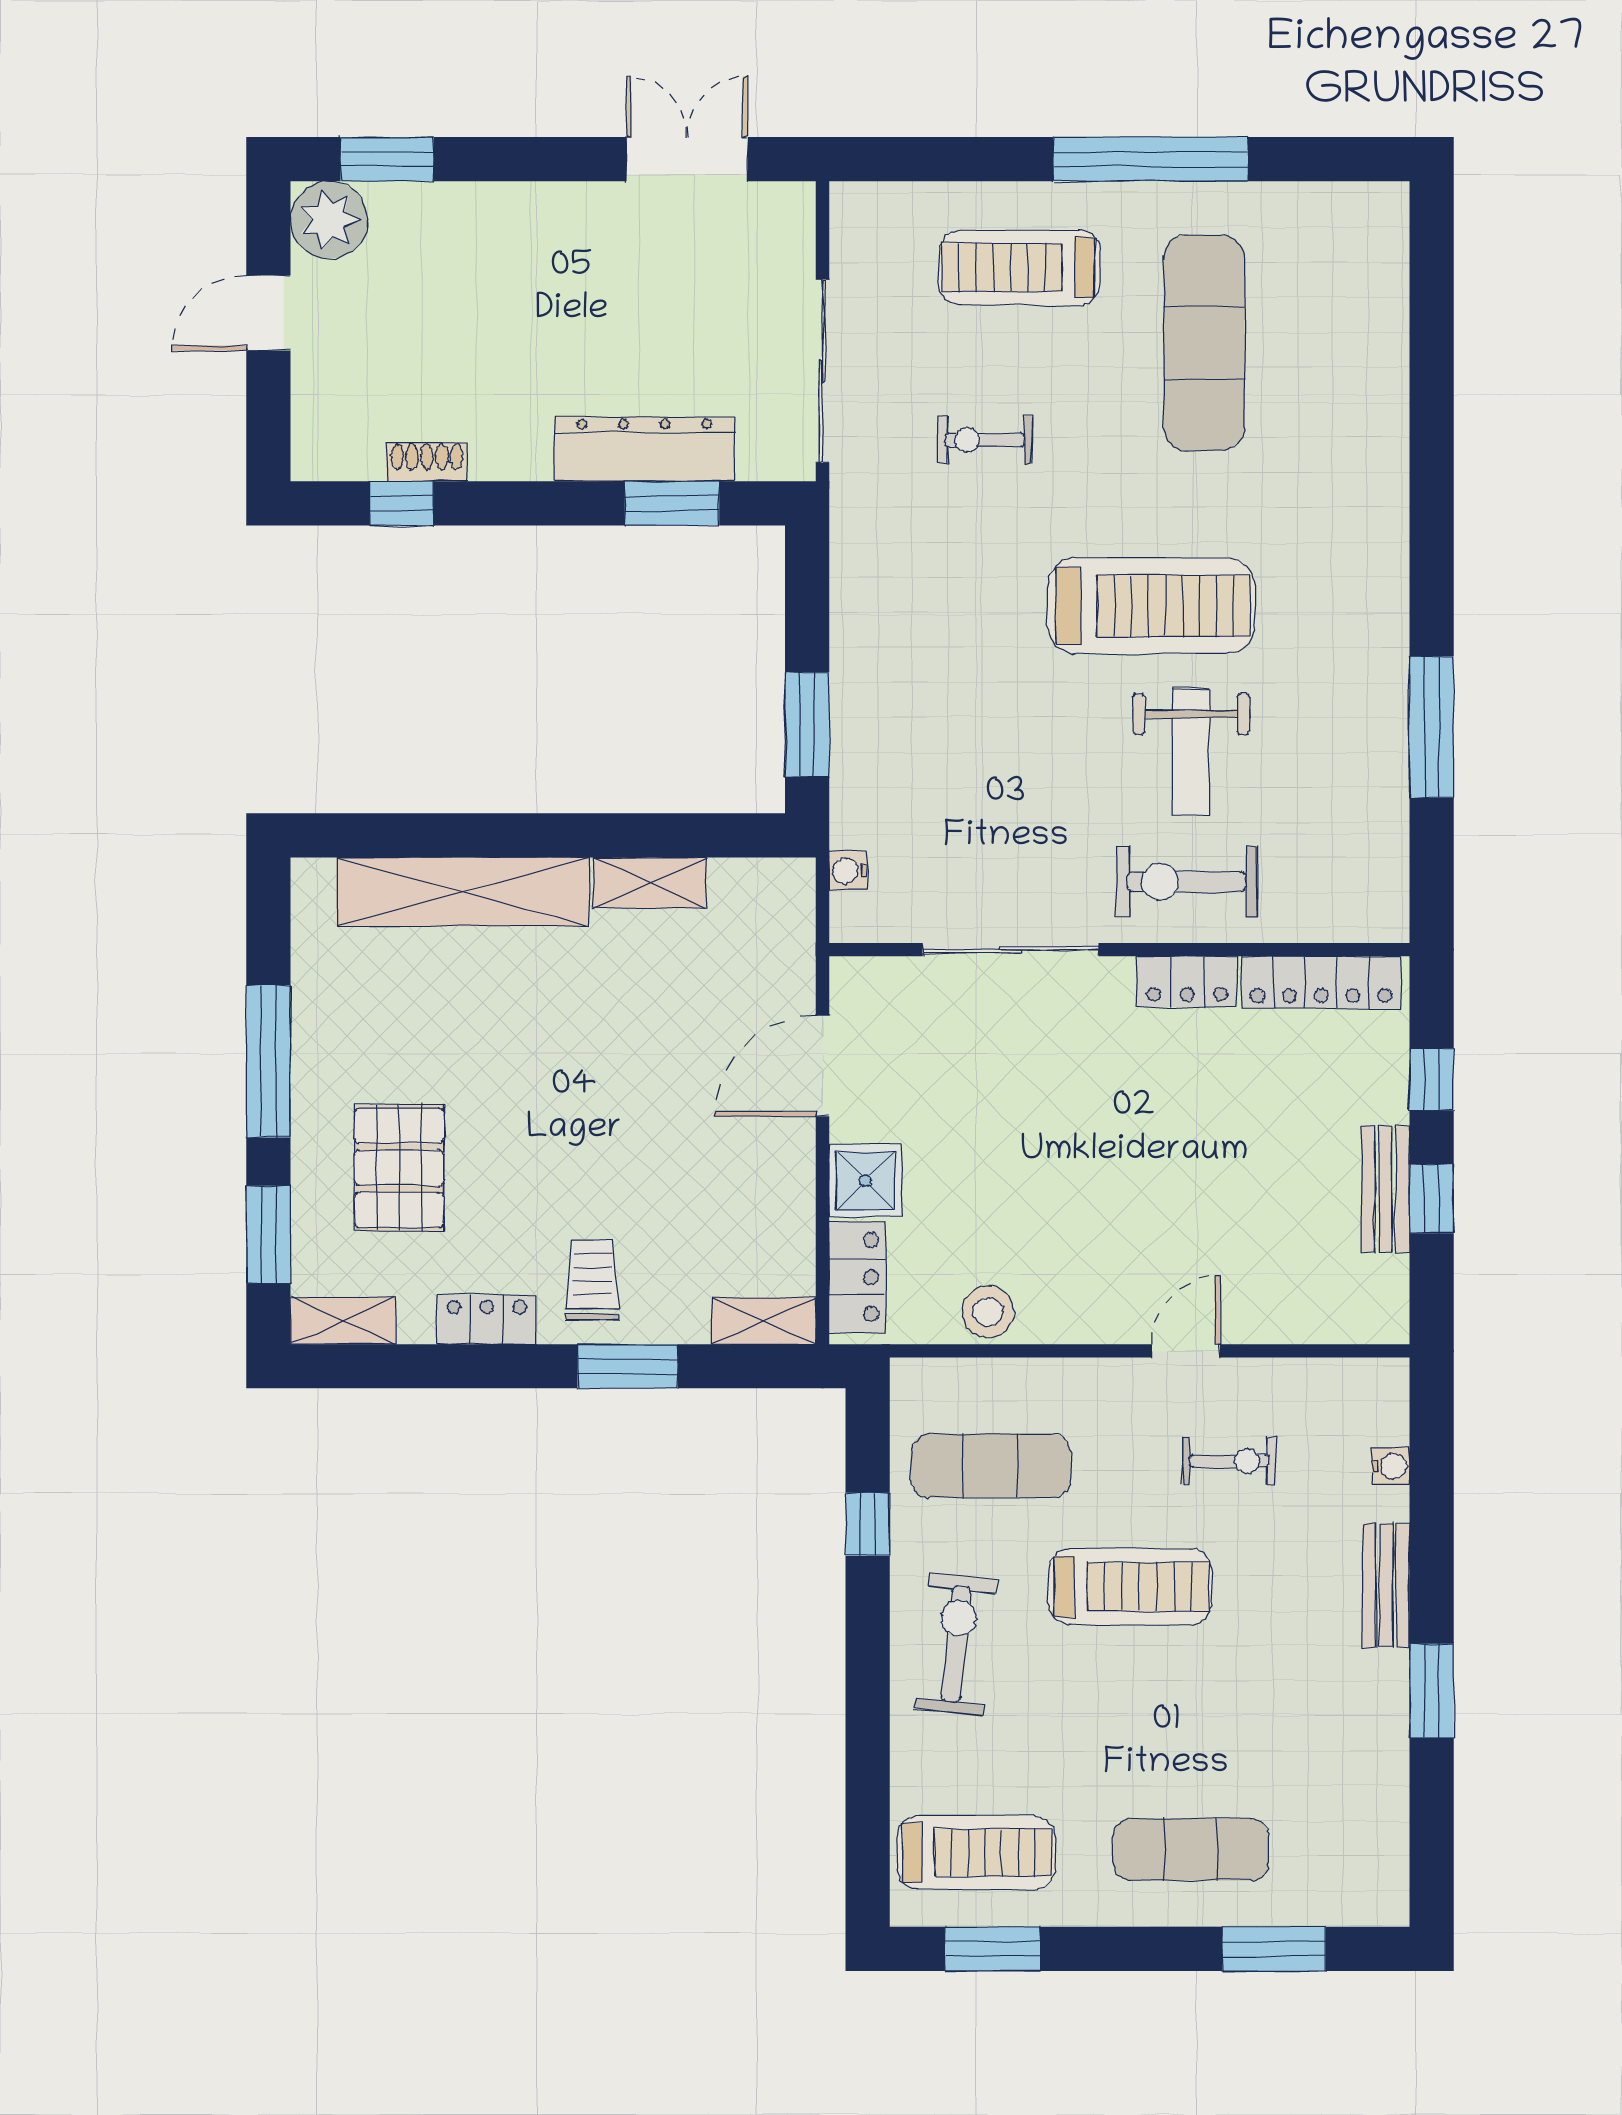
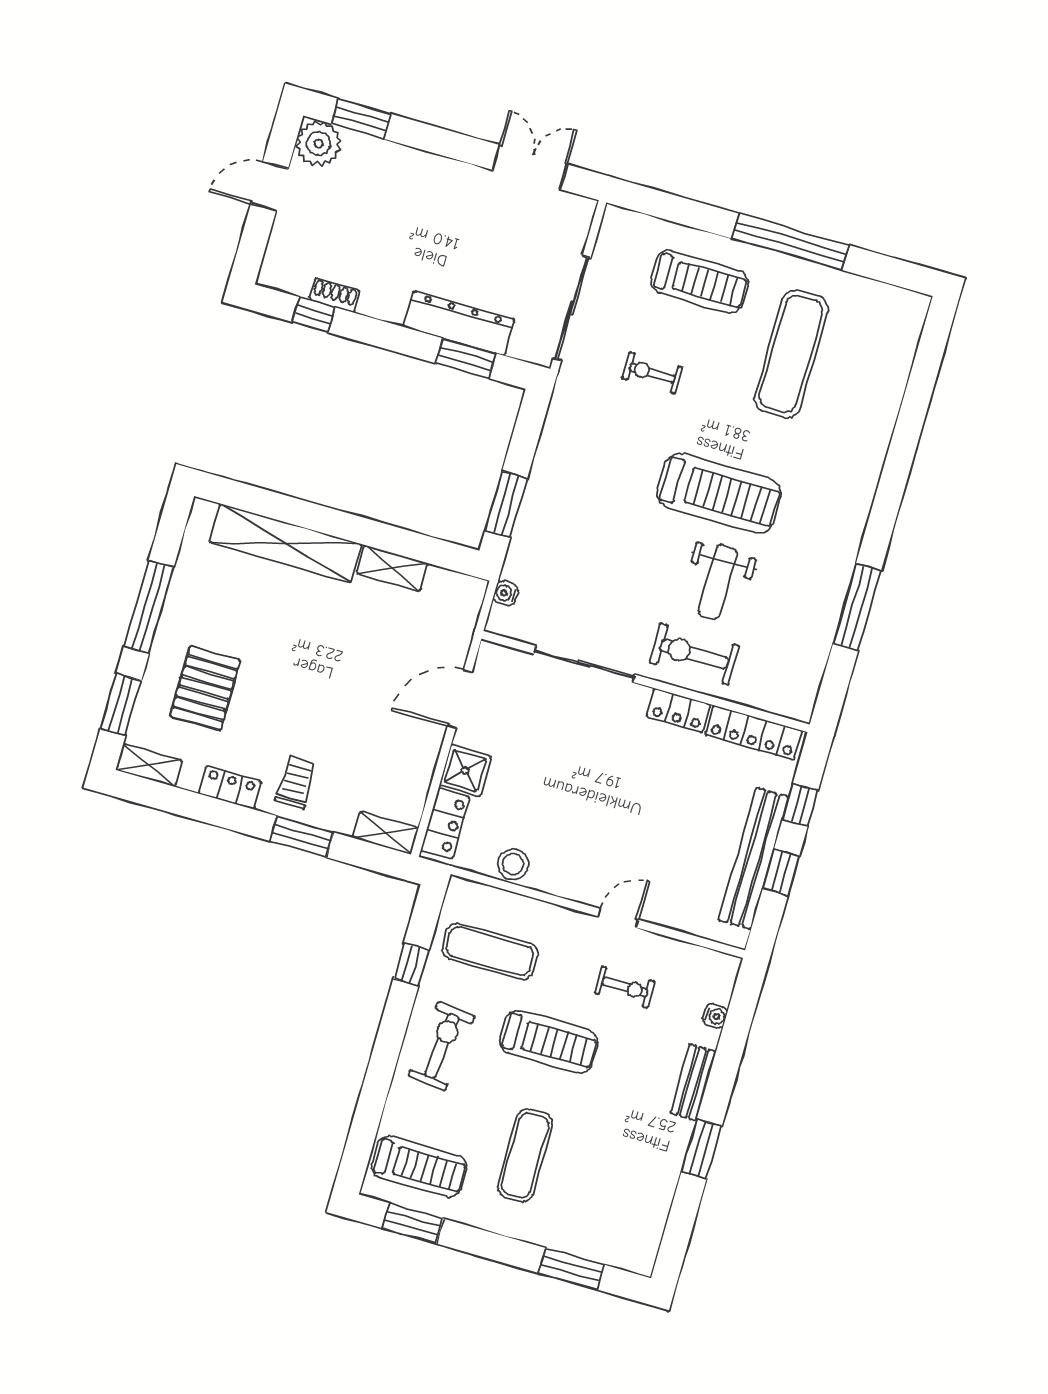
treadmill: (1020, 267) -> (700, 282), turned 180
bench: (1385, 1189) -> (754, 858), width x1.86, depth x1.21
exercise mat: (1191, 1850) -> (525, 1155), moved, turned 90

